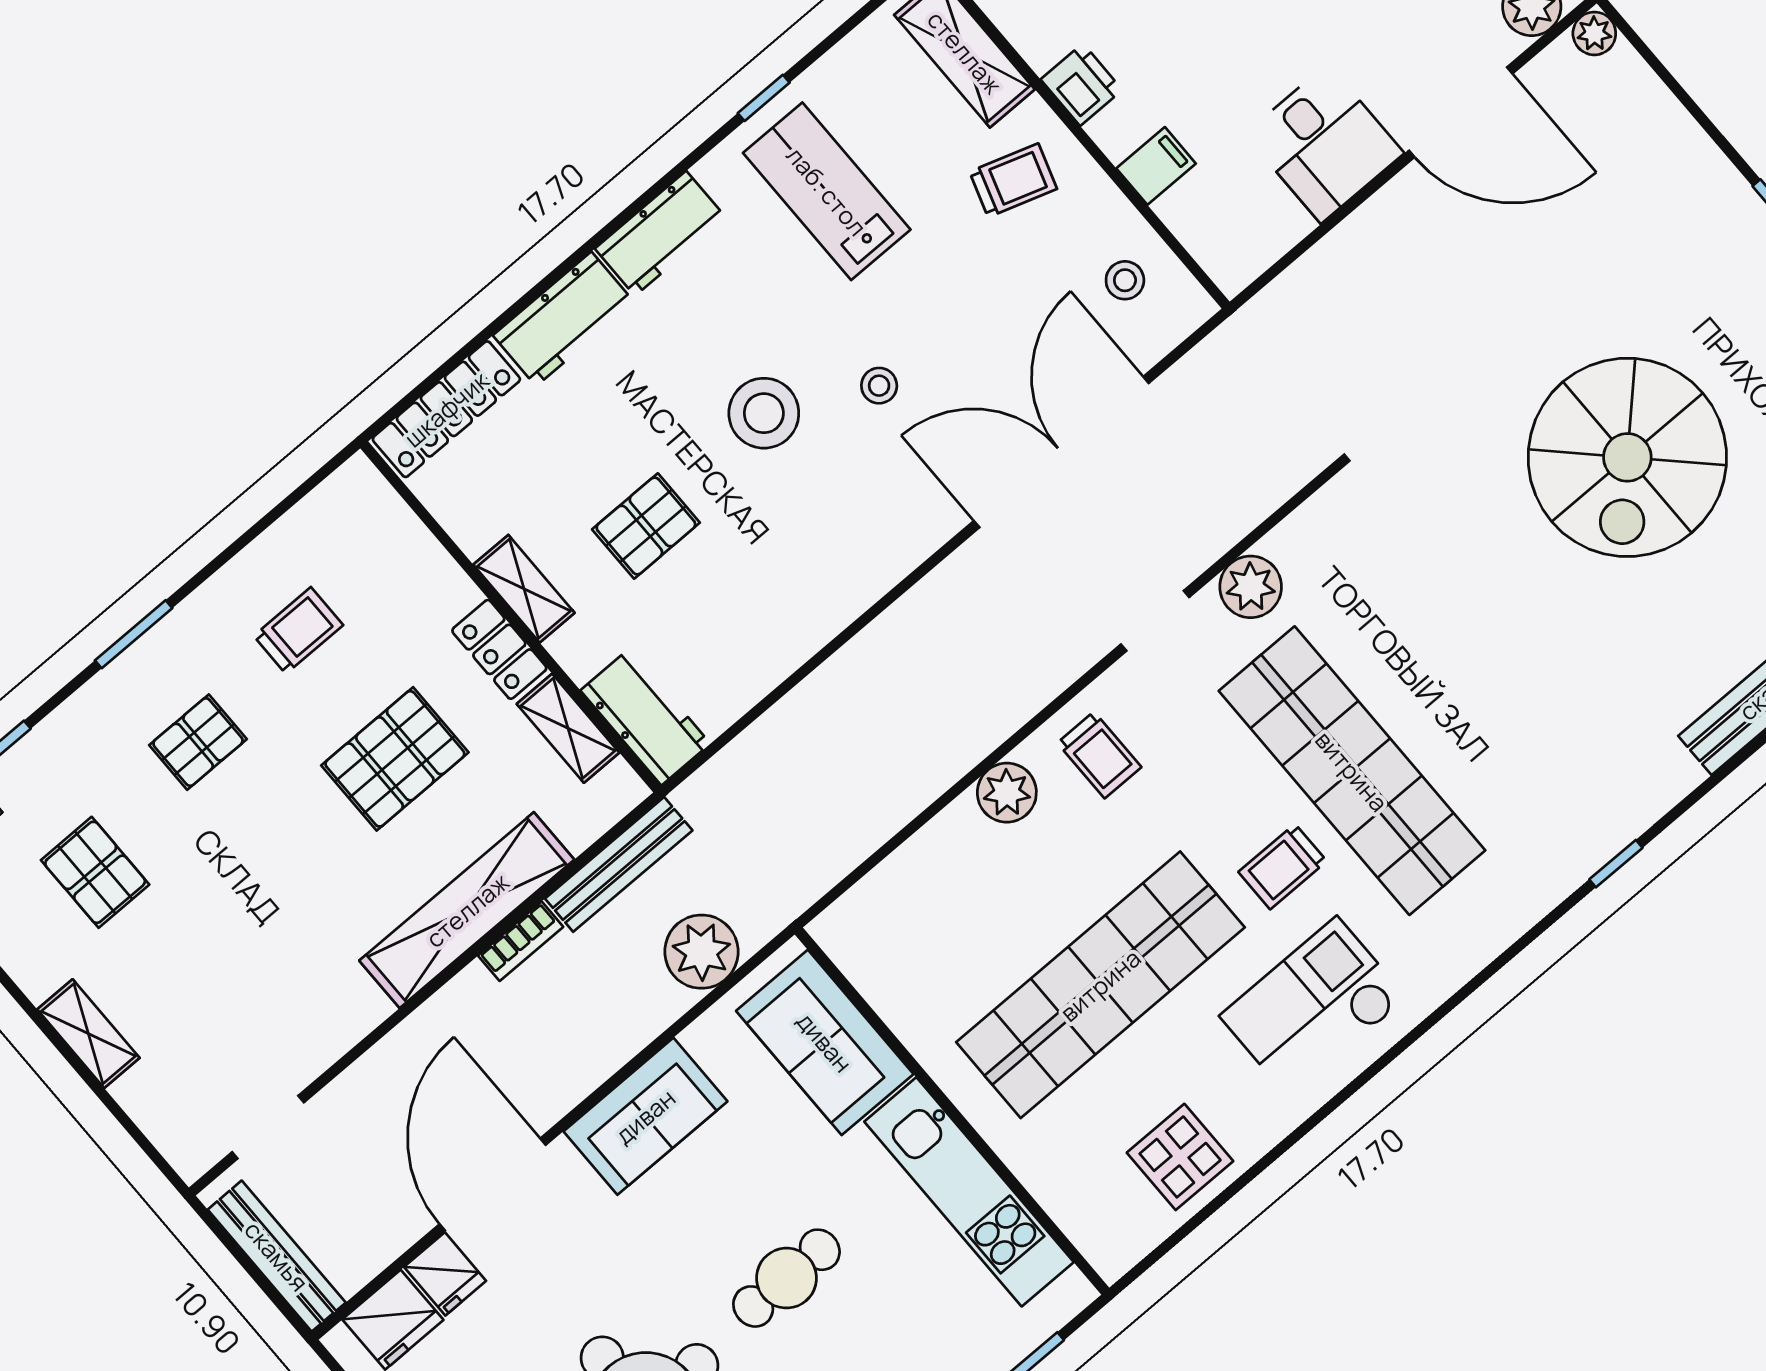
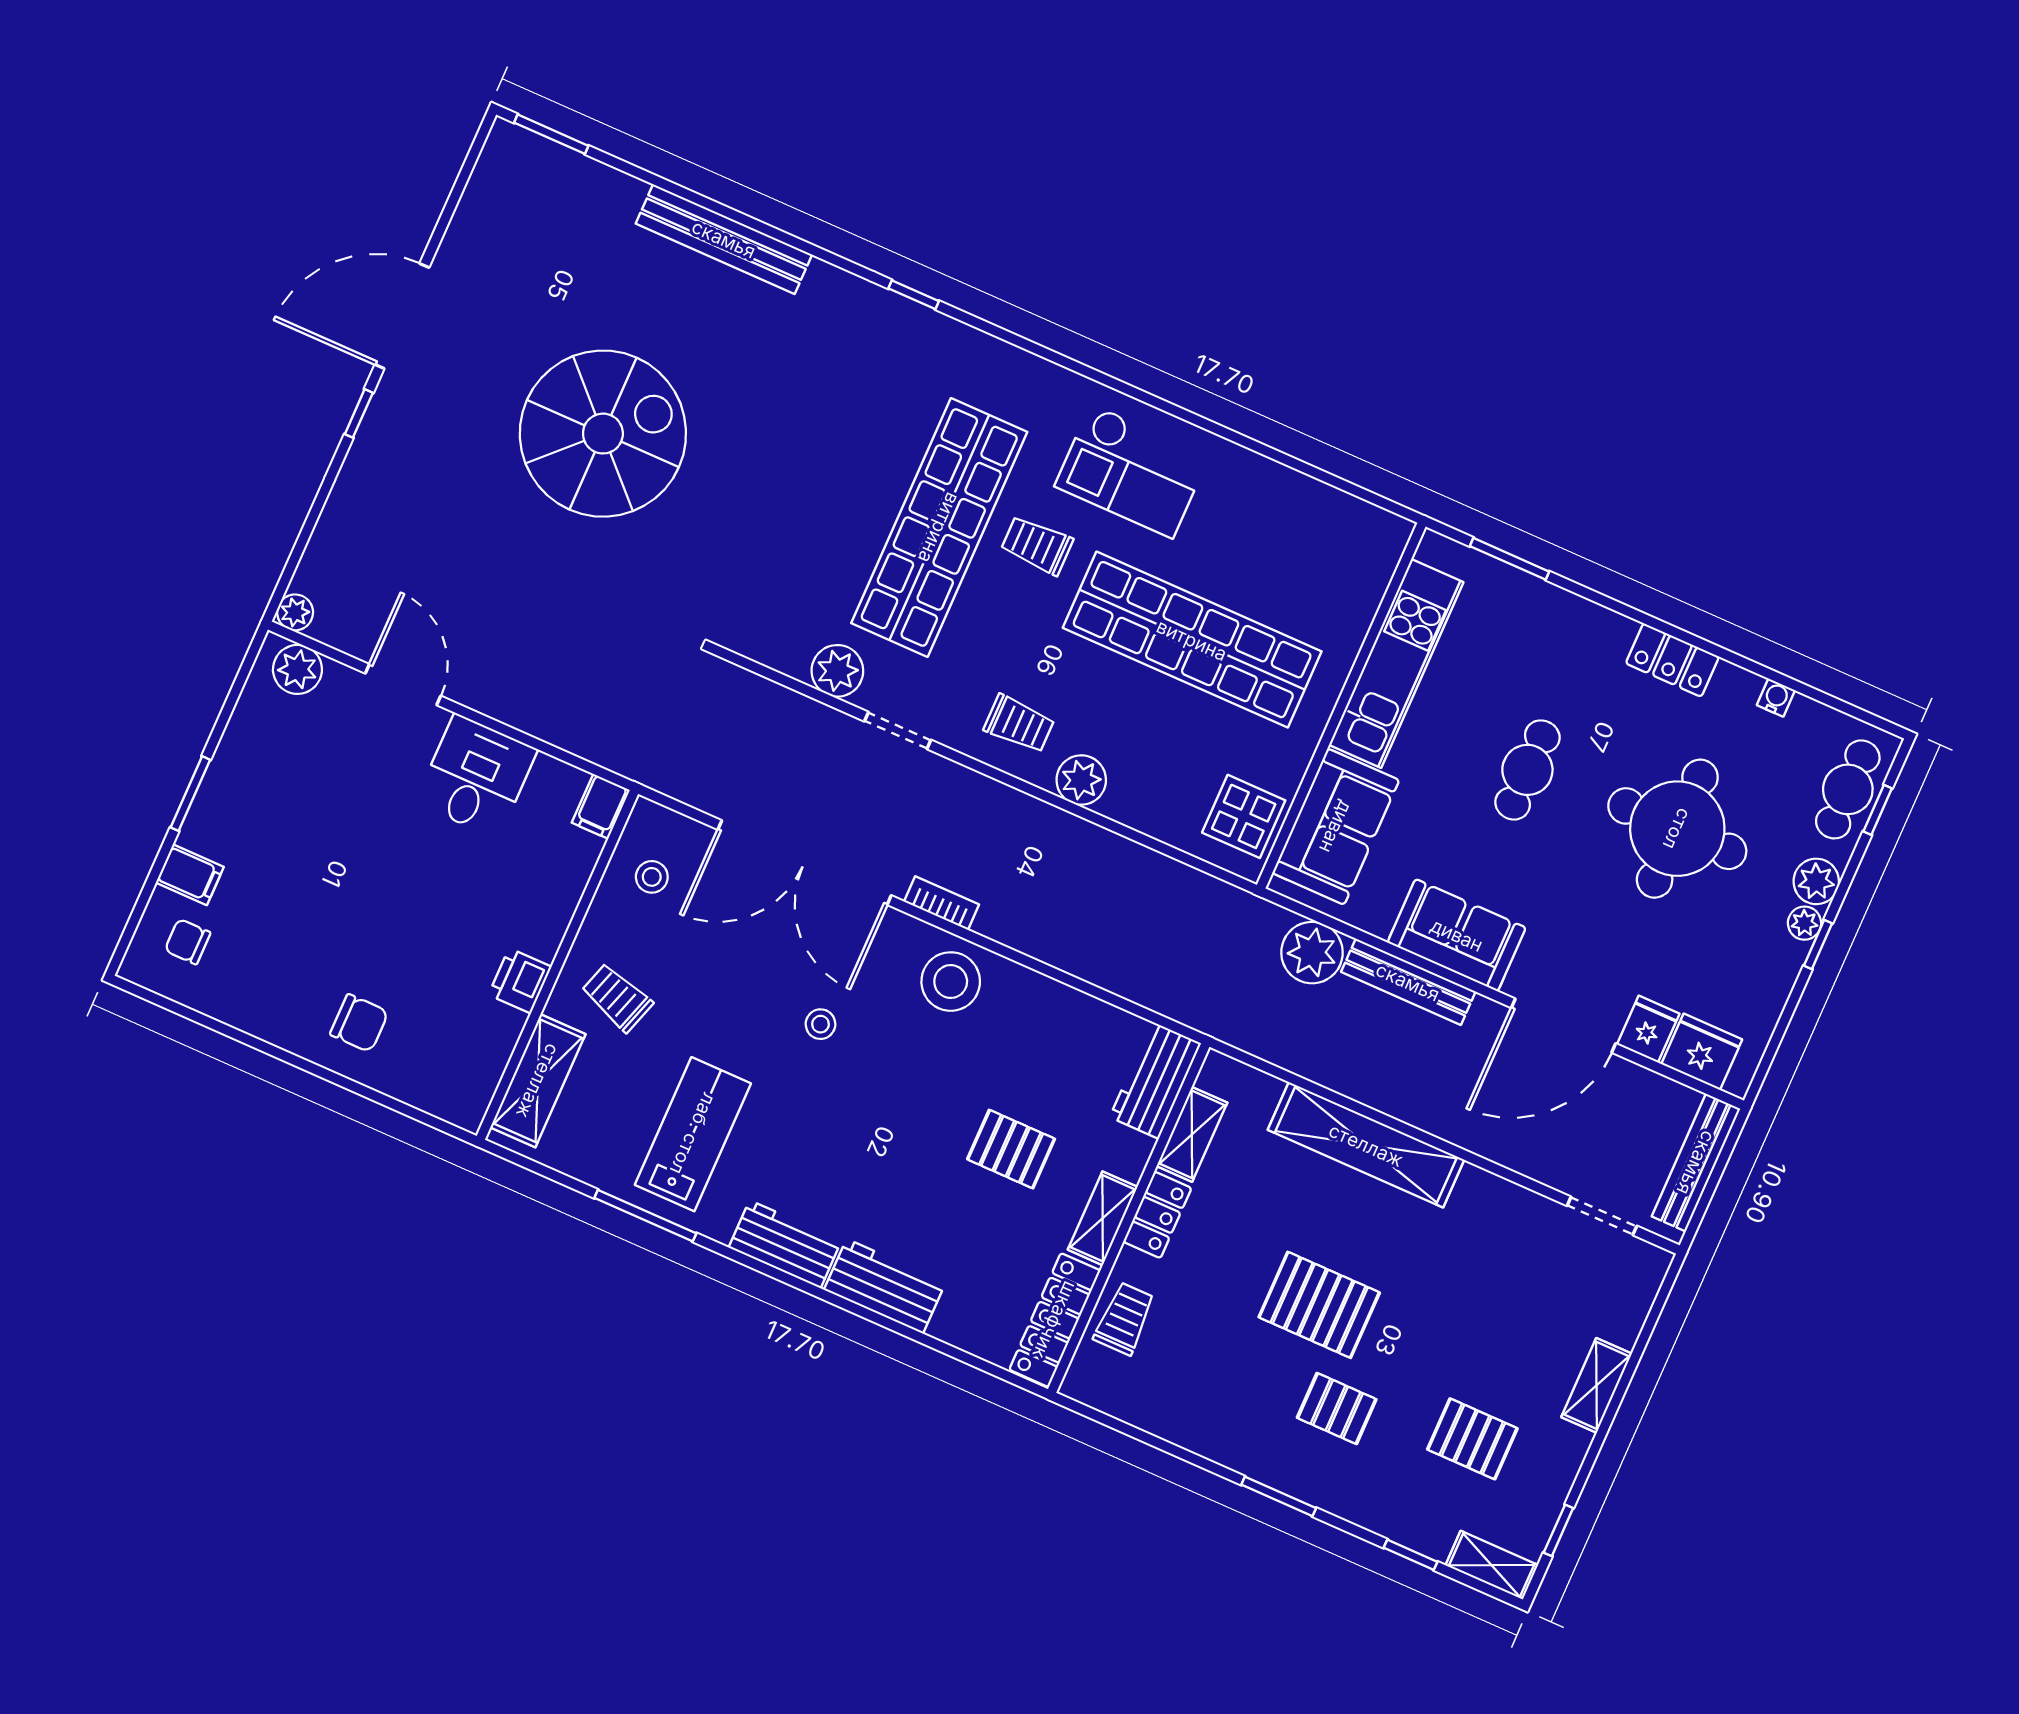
window: (764, 98) -> (645, 1216), width x2.17
door: (1461, 112) -> (403, 685), width x0.73
filing cabinet: (1156, 166) -> (601, 806), moved, turned -90
lab bench: (827, 191) -> (693, 1134), turned 180
locker: (446, 409) -> (1055, 1320), moved, turned -90
stool: (764, 413) -> (951, 982), moved
trolley: (298, 630) -> (1124, 1319), moved, turned 90
trolley: (1099, 755) -> (1019, 724), turned 90
pallet: (395, 759) -> (1319, 1305), moved
bench: (619, 864) -> (1408, 982), moved
trolley: (1283, 867) -> (1037, 545), turned 180
pallet: (95, 872) -> (1472, 1439), turned 90
bookcase: (521, 941) -> (942, 903), moved
display table: (1180, 1157) -> (1244, 816), moved
cafe table: (786, 1278) -> (1527, 770), turned 90

